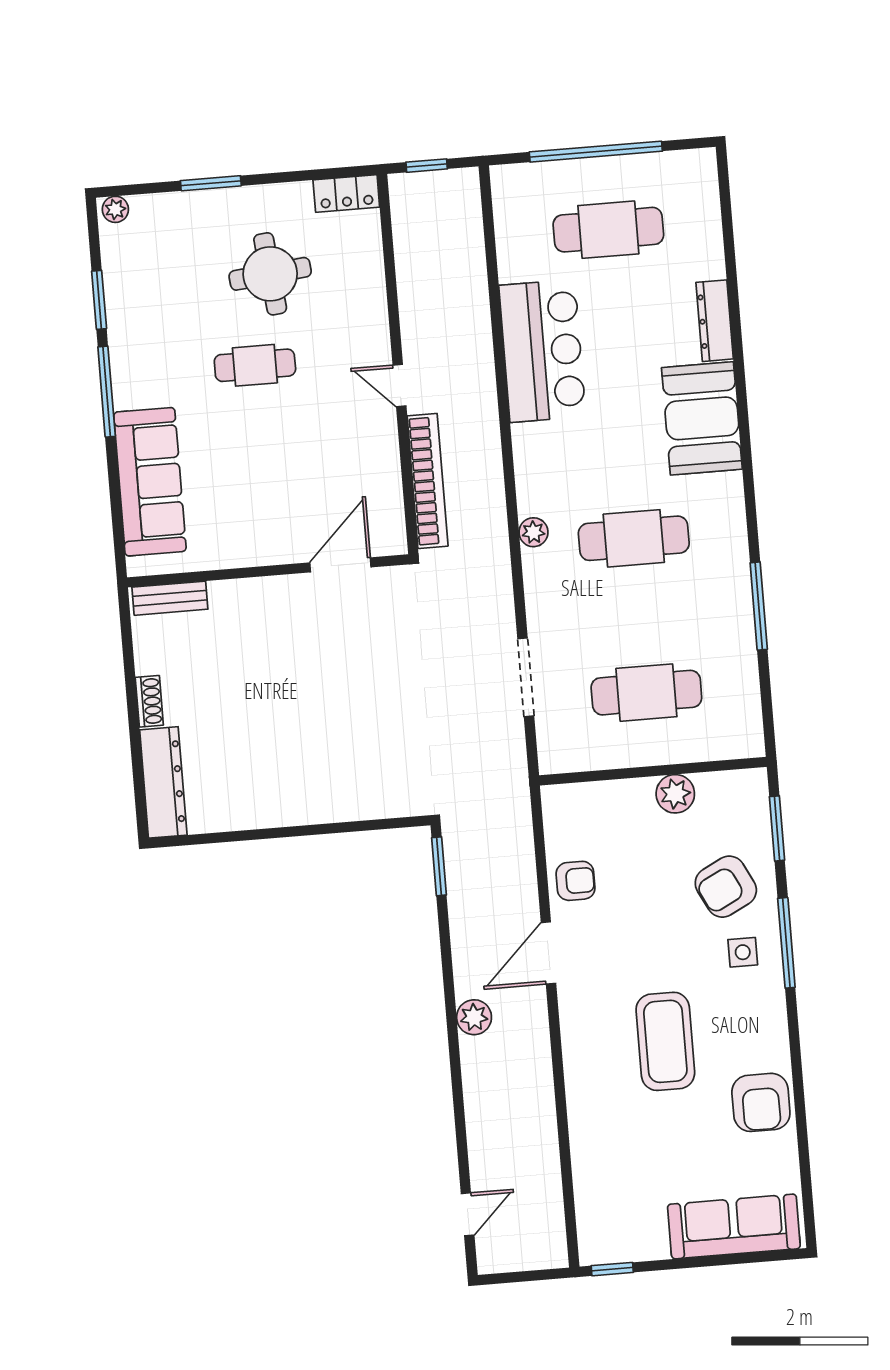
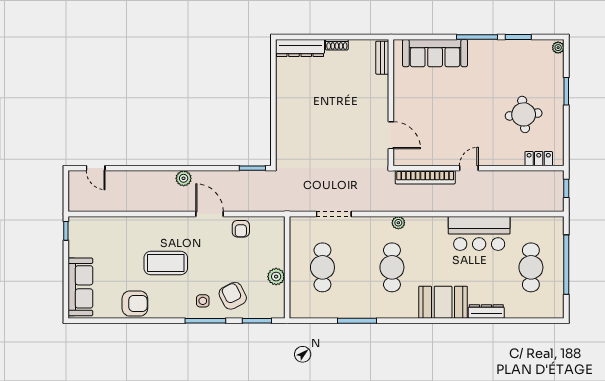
locker: (346, 194) -> (539, 159), moved, turned 90
cafe table: (255, 365) -> (483, 104), removed
armchair: (761, 1102) -> (135, 304), turned 180

